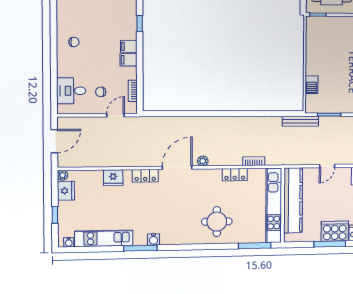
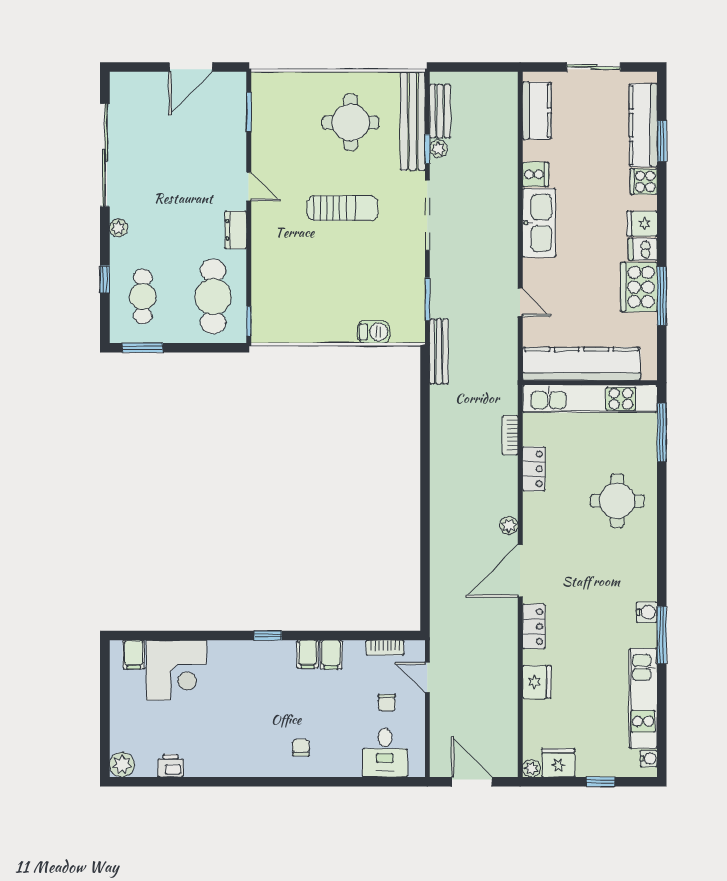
door: (177, 168) -> (520, 571), hinge flipped

